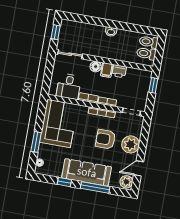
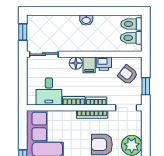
armchair: (138, 84) -> (128, 75), added
window: (153, 85) -> (146, 86), moved

